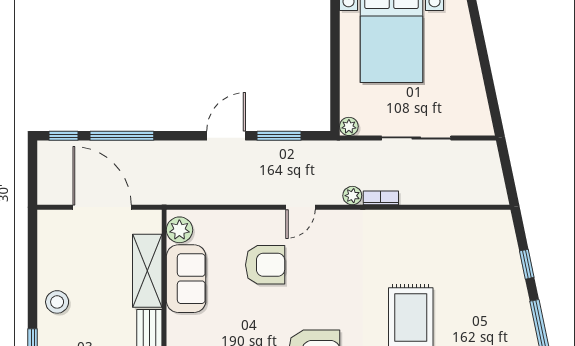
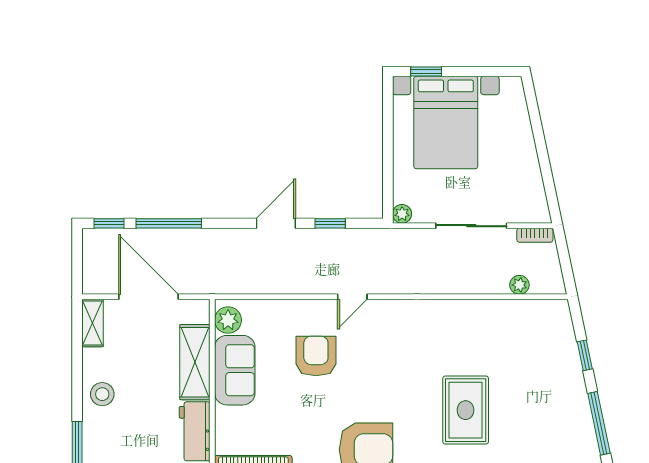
window: (279, 136) -> (330, 223), width x0.67
plant: (352, 196) -> (519, 285), moved
bookcase: (381, 198) -> (535, 235), moved, turned 180
shelving: (48, 233) -> (93, 323), added
armchair: (265, 265) -> (316, 356), turned -90

